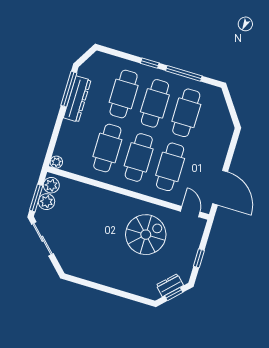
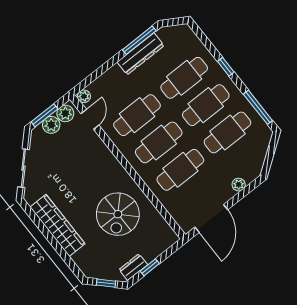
window: (184, 73) -> (258, 107), moved
plant: (223, 147) -> (239, 185), added
door: (190, 212) -> (90, 119), moved
spiral stairs: (146, 235) -> (118, 214), turned 90
sliding door: (42, 239) -> (23, 168), moved
wardrobe: (105, 276) -> (57, 225), added
dresser: (170, 285) -> (133, 267), moved, turned -45

